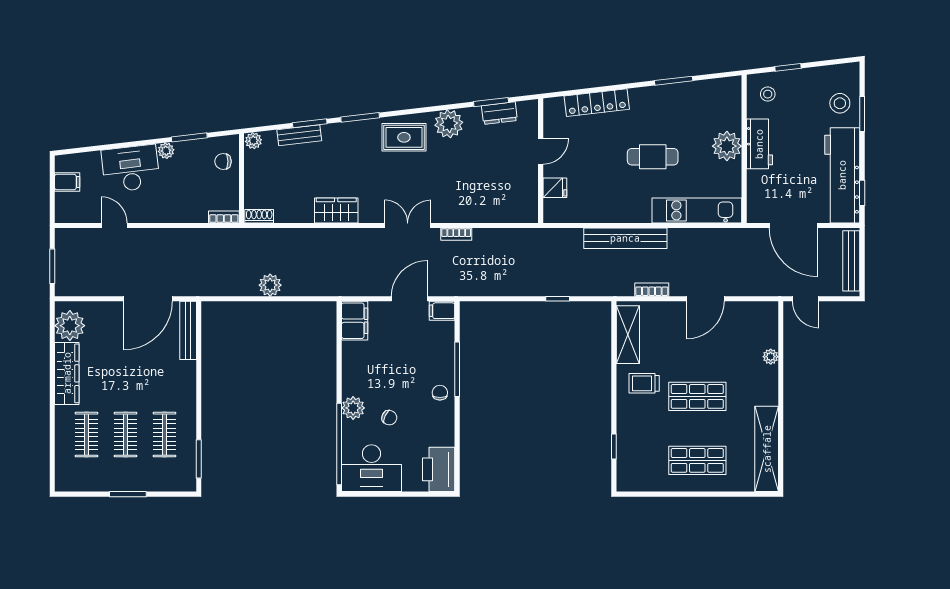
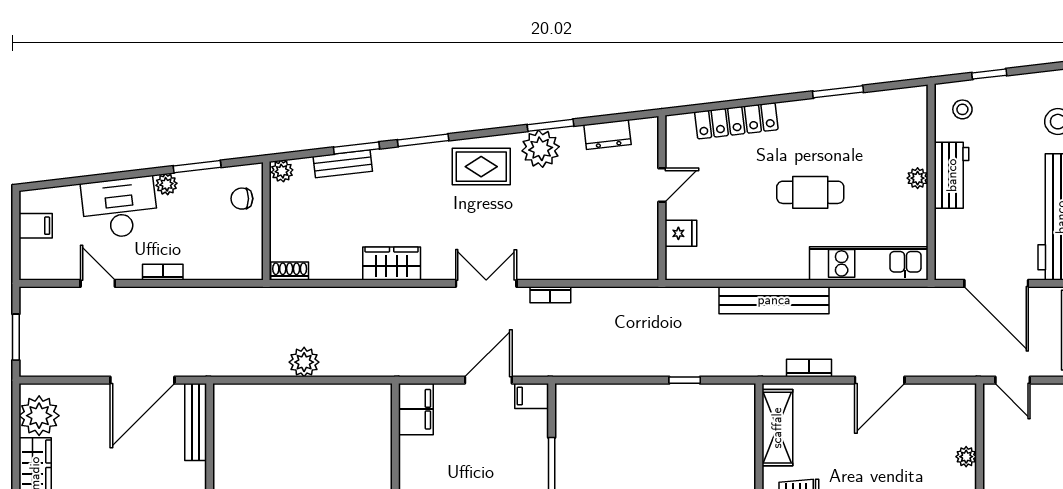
window: (491, 102) -> (551, 125), moved
plant: (727, 146) -> (918, 178), width x0.53, depth x0.53
bookcase: (224, 217) -> (163, 272), moved

